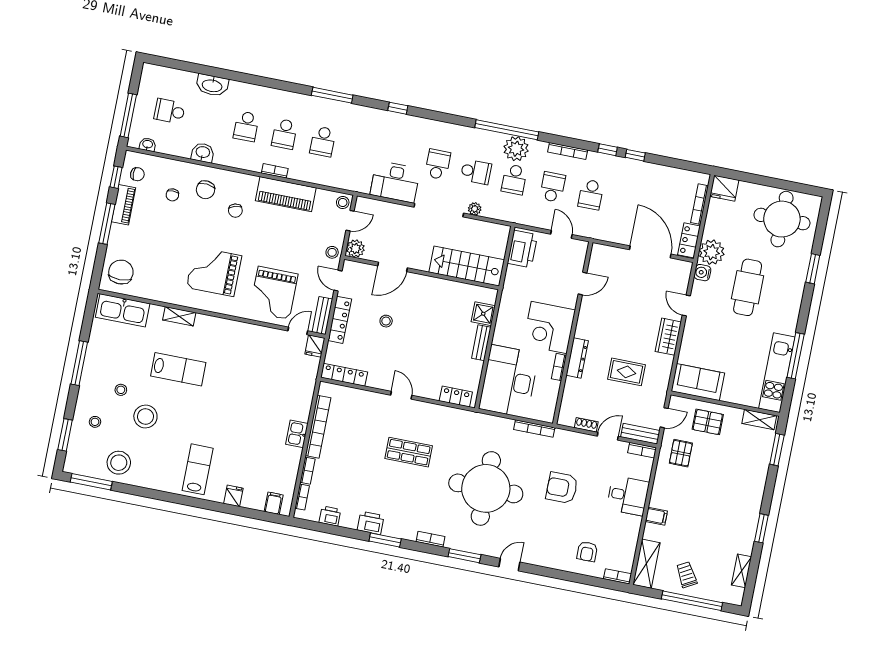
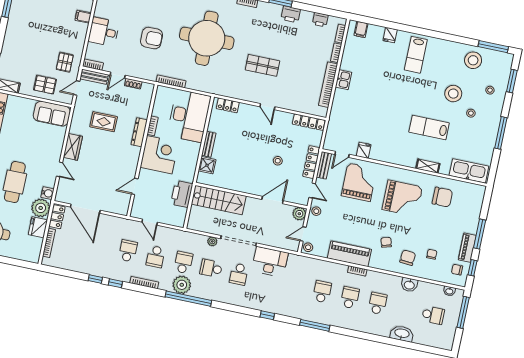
fridge: (724, 188) -> (38, 227), moved, turned -90
printer: (522, 249) -> (182, 194), moved
chair: (121, 272) -> (442, 197), moved, turned -90
fridge: (315, 346) -> (364, 150), moved

